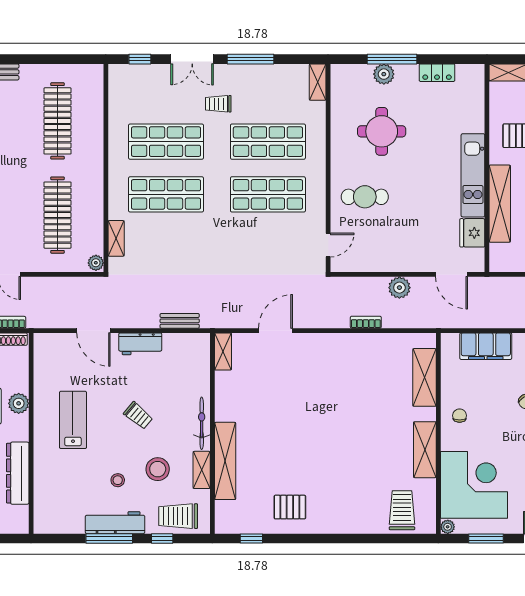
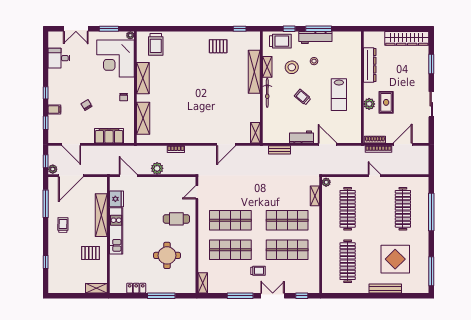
plant: (384, 74) -> (166, 287), removed

